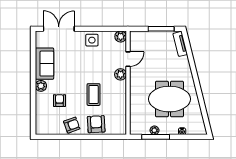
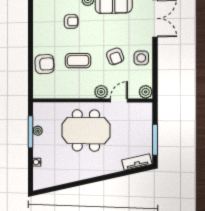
door: (128, 59) -> (119, 100), swing flipped
meeting table: (169, 99) -> (86, 130), moved, turned 90
armchair: (72, 125) -> (115, 56), moved

